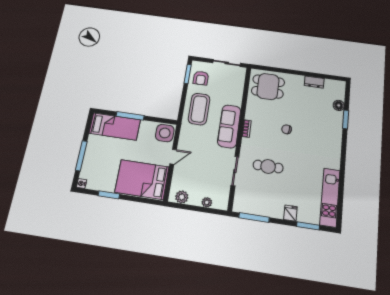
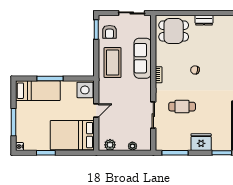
dresser: (314, 82) -> (204, 20), moved
sofa: (229, 126) -> (143, 58), moved
fridge: (290, 213) -> (201, 142), width x1.88, depth x1.34

